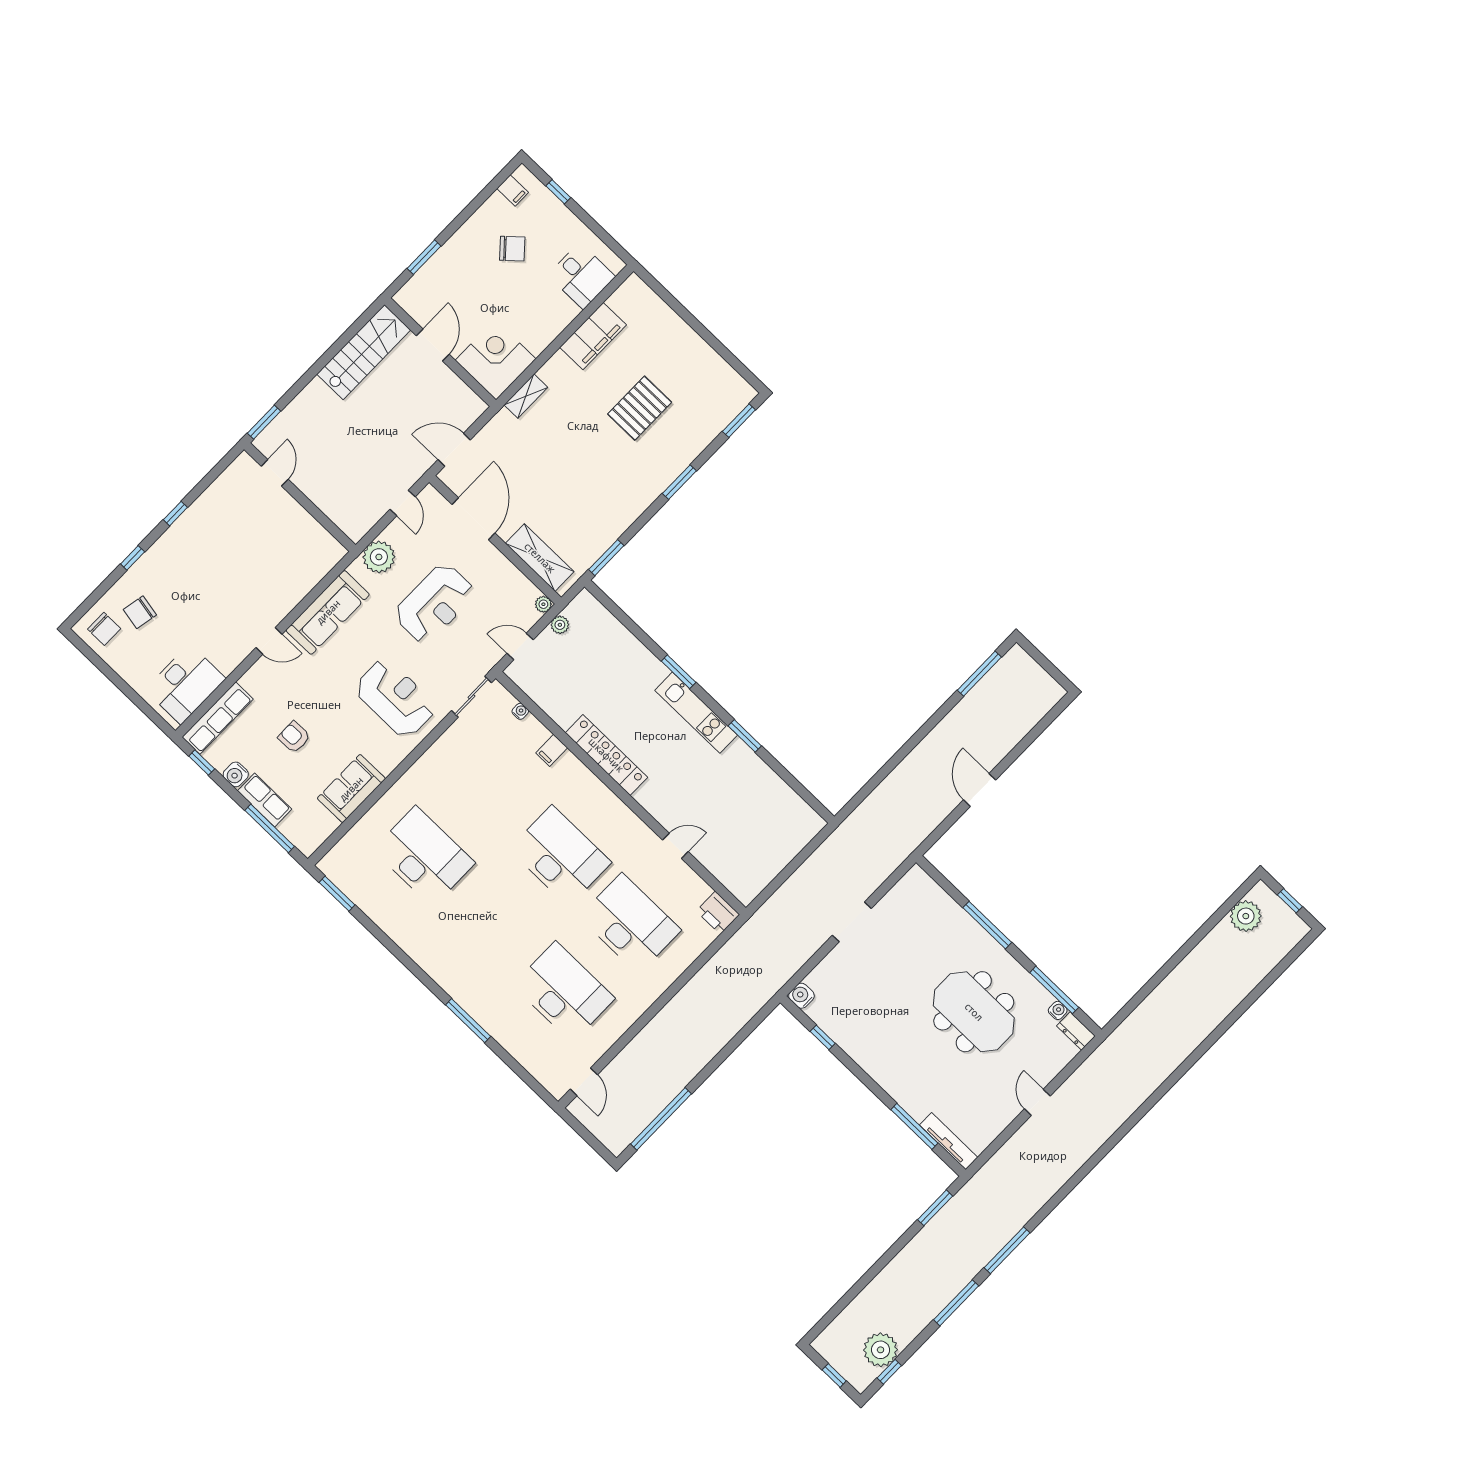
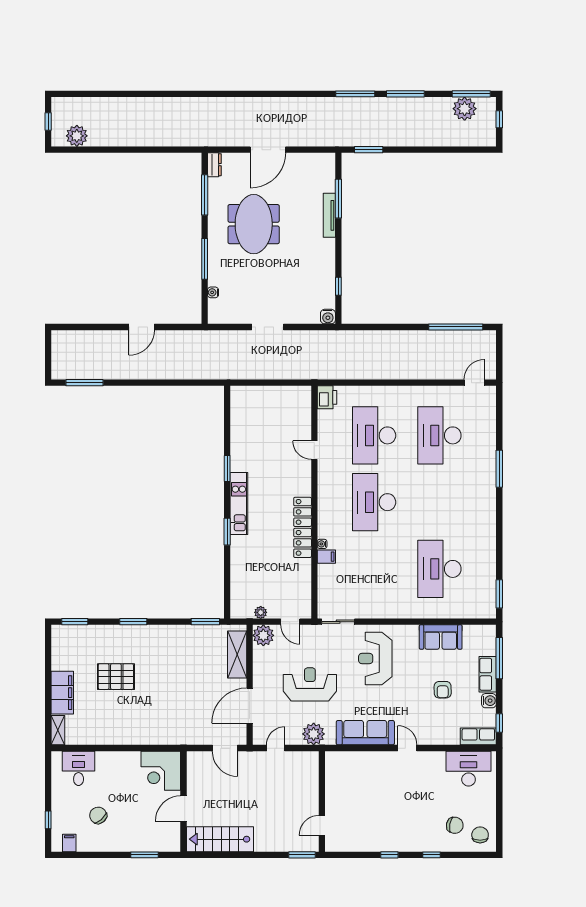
filing cabinet: (593, 336) -> (62, 693), moved, turned 90
shelving: (526, 396) -> (58, 730), moved, turned 90
plant: (543, 604) -> (263, 635), width x1.87, depth x1.87
water cooler: (520, 711) -> (322, 544), moved
row of seats: (218, 718) -> (478, 736), width x0.68
water cooler: (1058, 1010) -> (213, 292), moved
door: (1037, 1102) -> (268, 150), width x1.88
tv unit: (949, 1141) -> (329, 215), moved
window: (889, 1372) -> (471, 94), width x2.17

